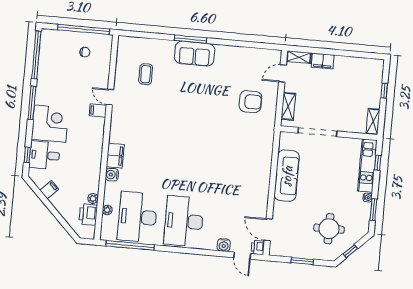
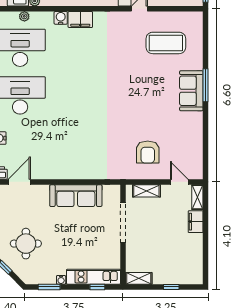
coffee table: (146, 74) -> (166, 43), width x1.86, depth x1.72

